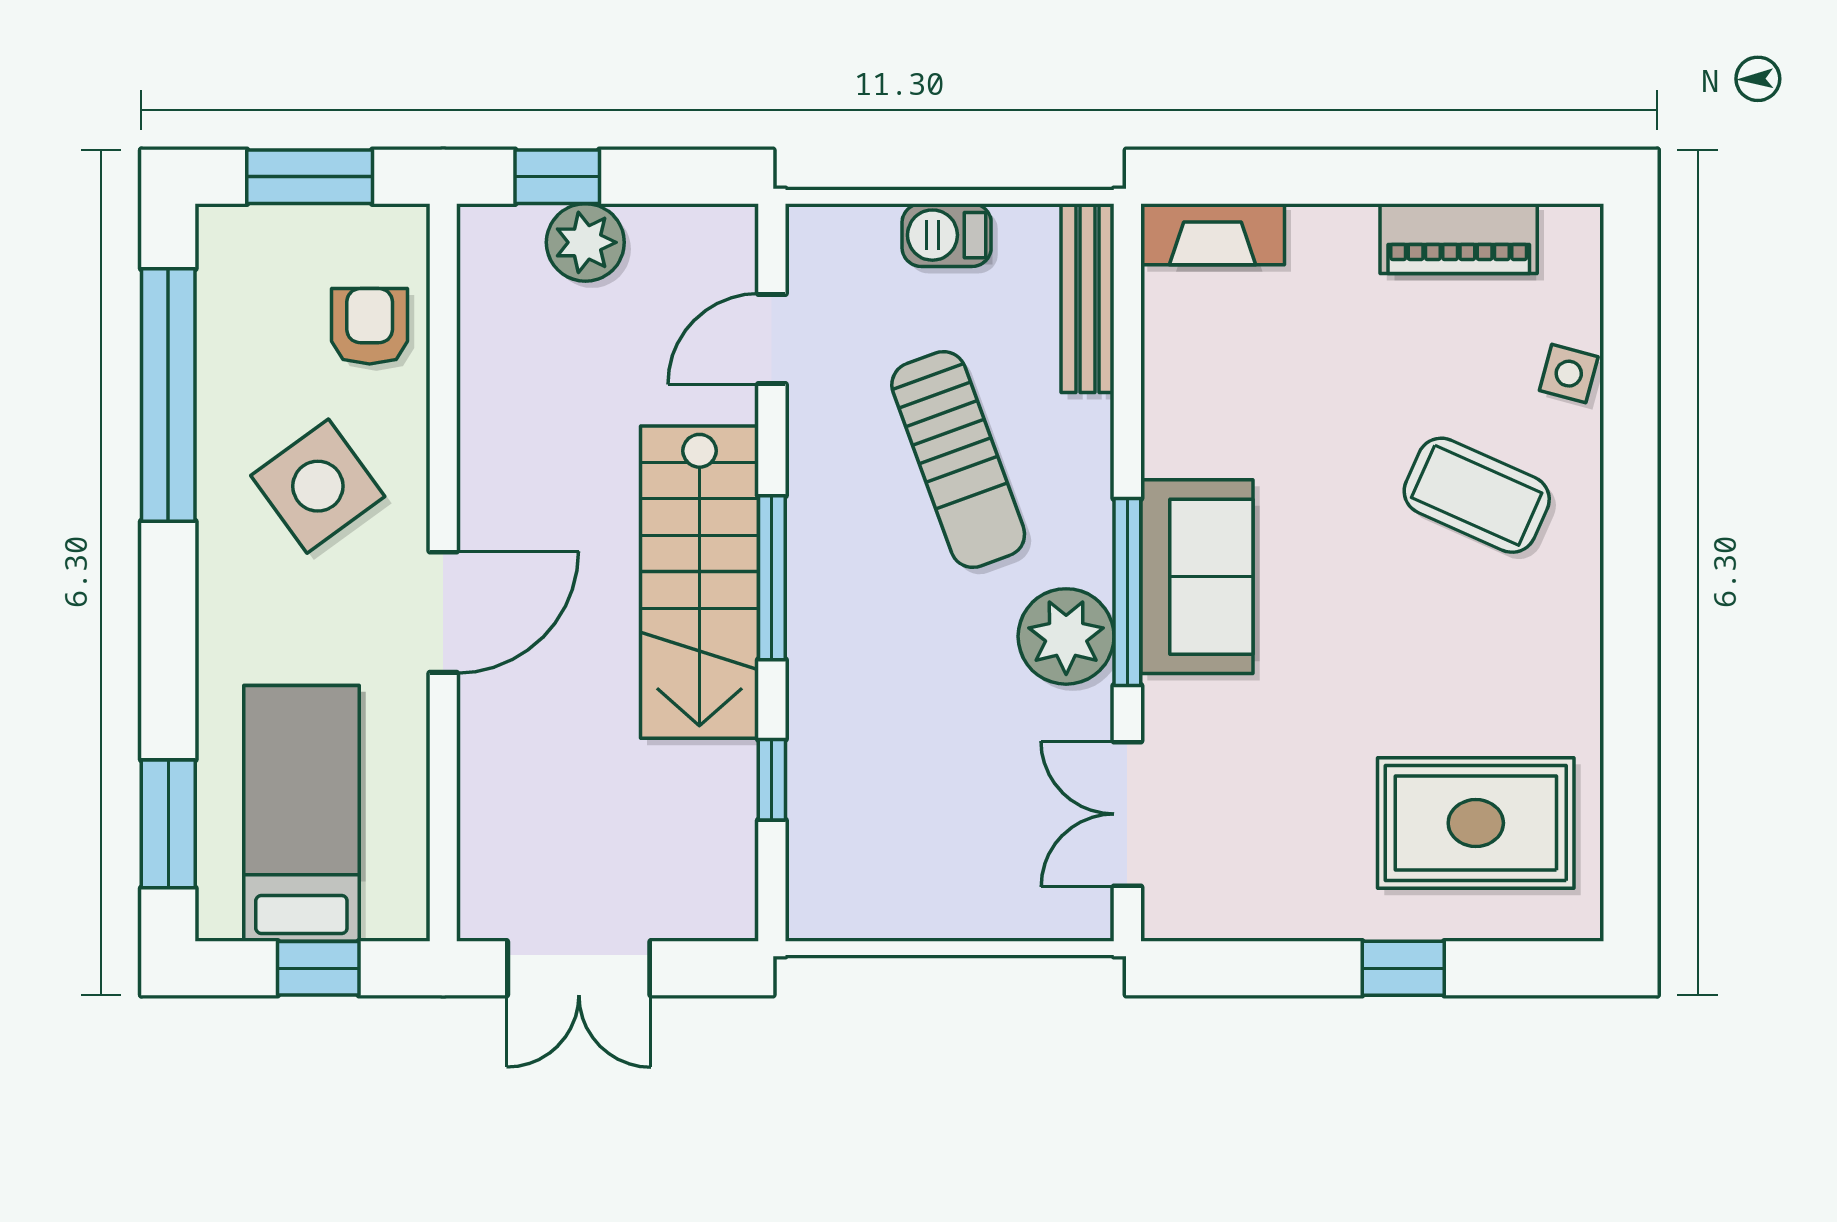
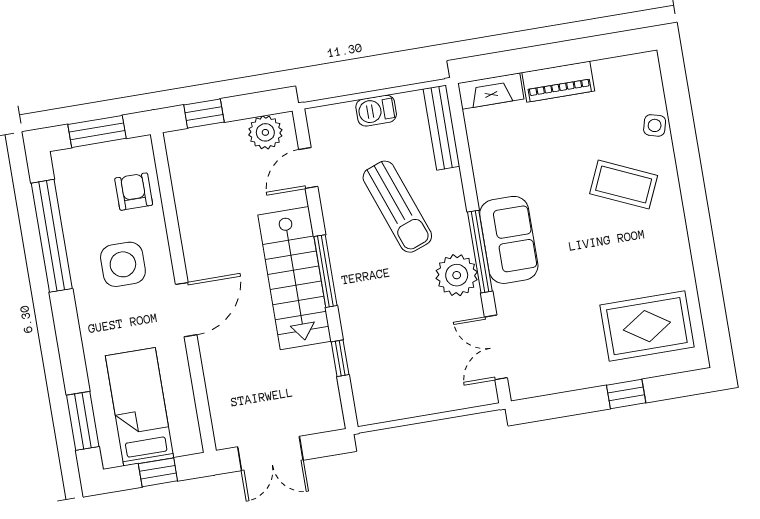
piano: (1459, 239) -> (558, 82), moved
plant: (585, 242) -> (265, 132), moved
side table: (318, 486) -> (123, 264), turned 36

